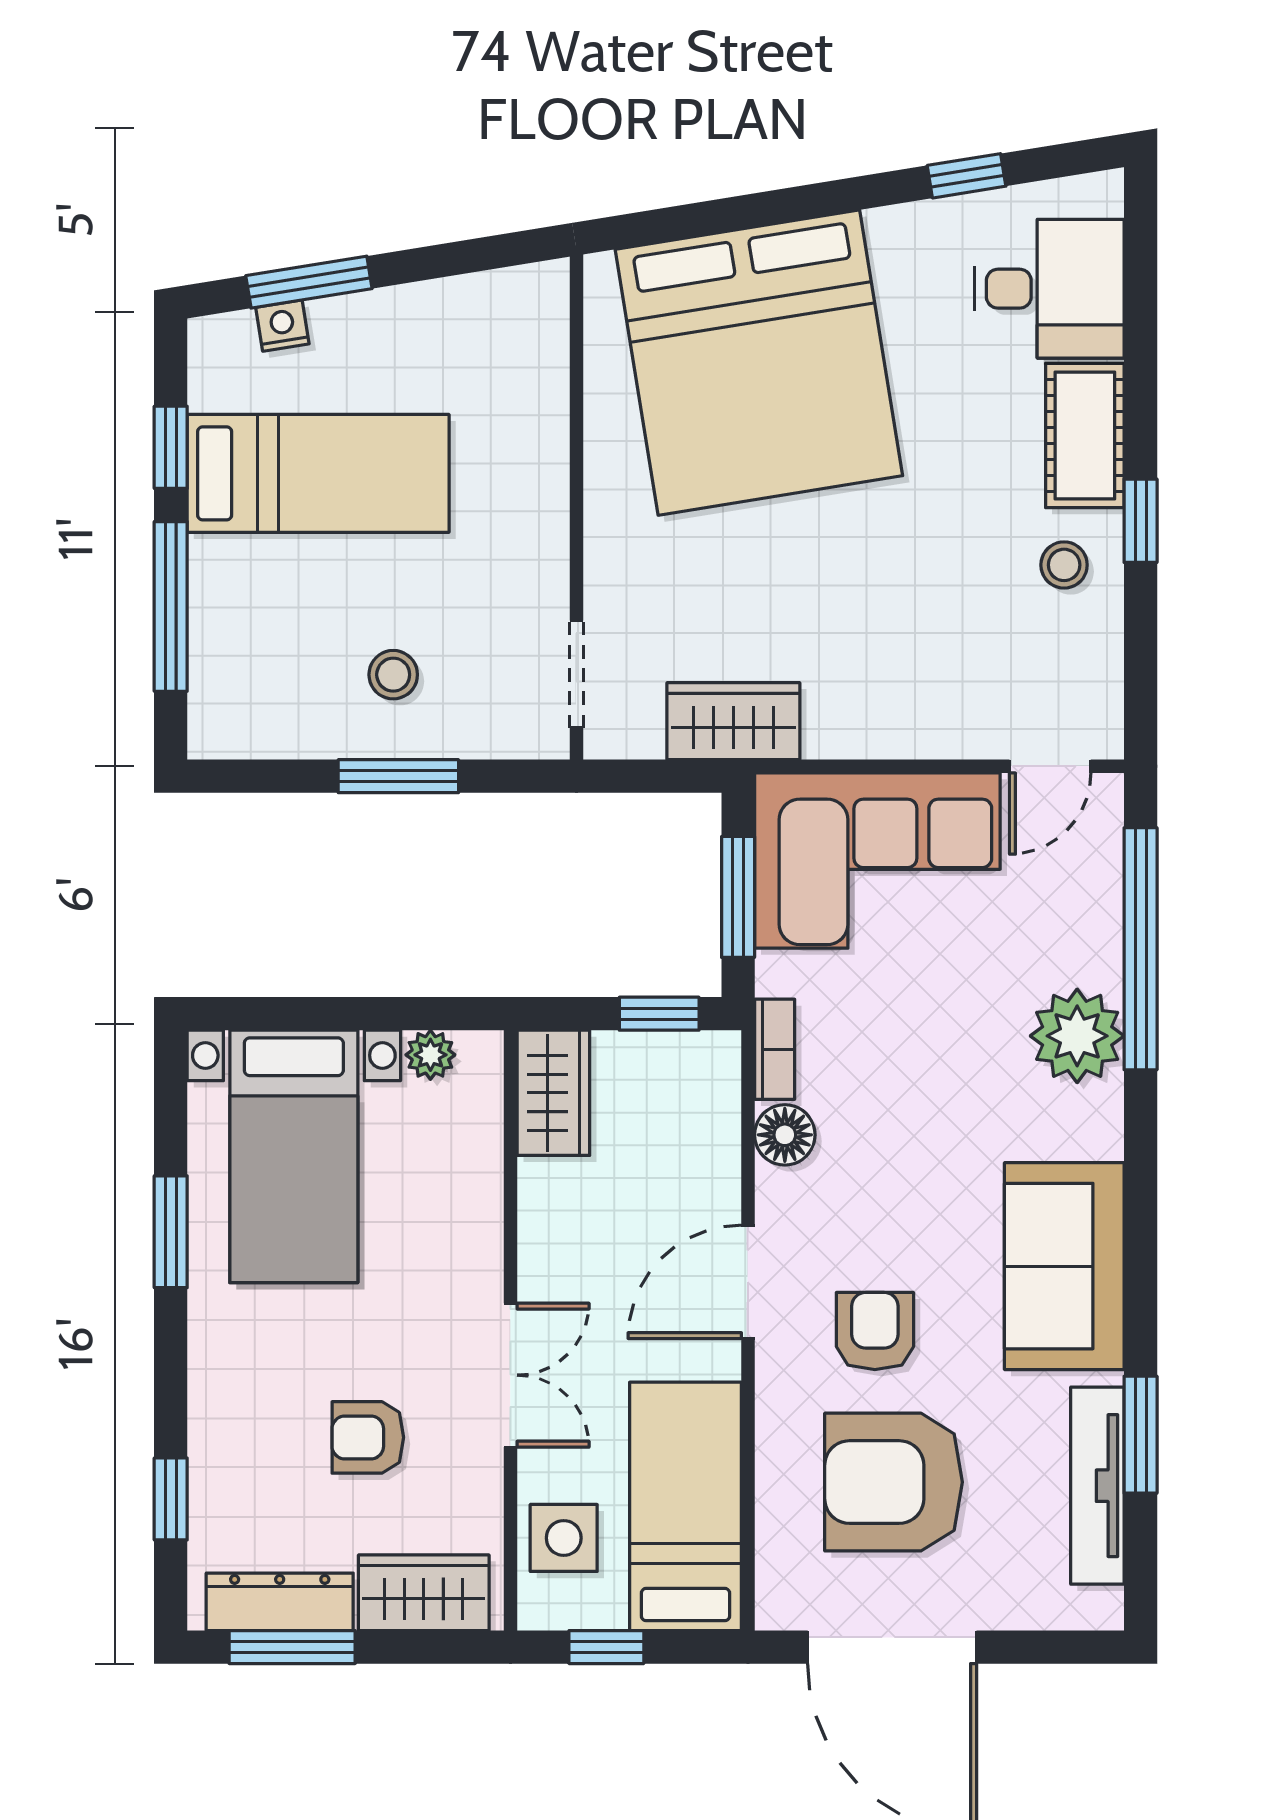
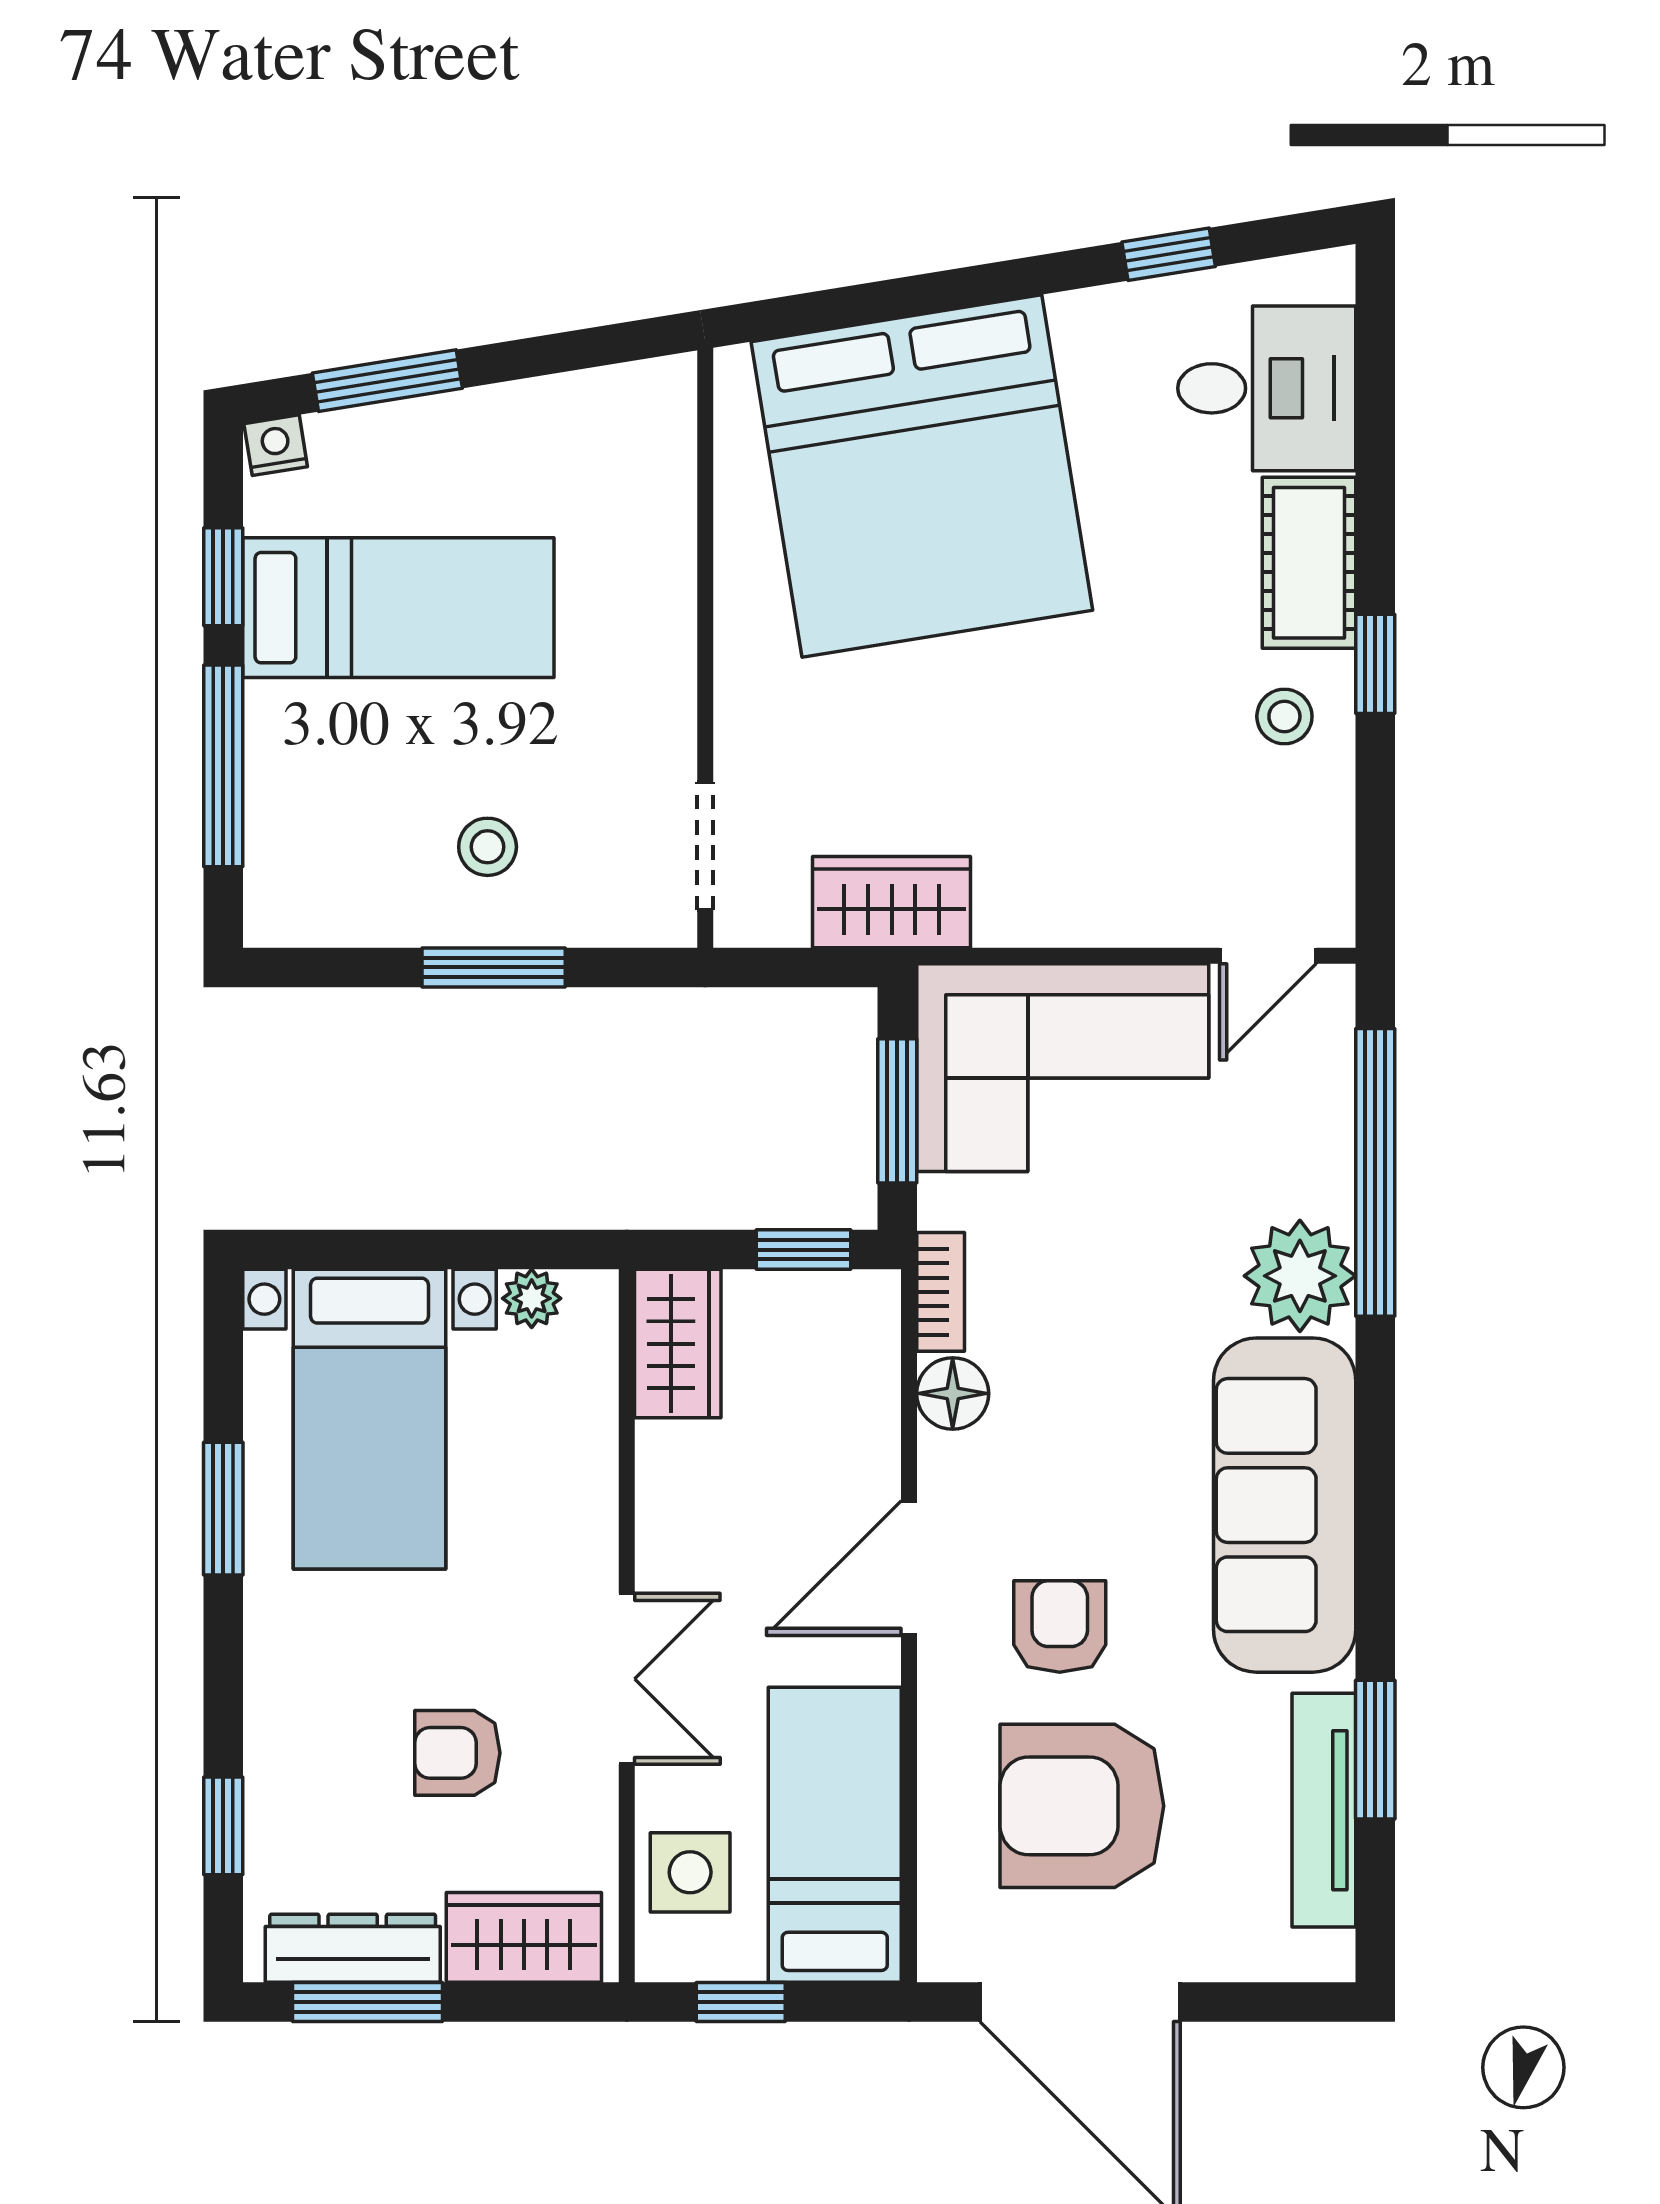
nightstand: (282, 326) -> (276, 445), moved
sofa: (1064, 1266) -> (1285, 1505), width x1.36

